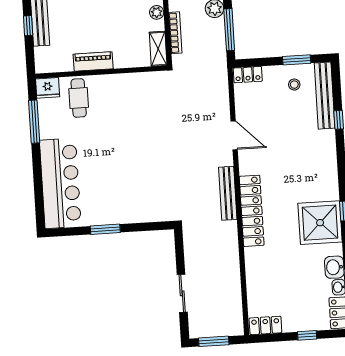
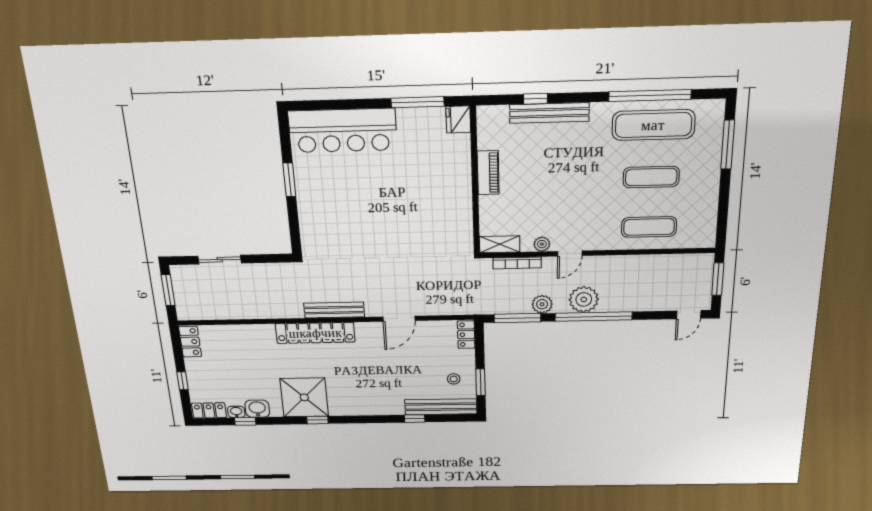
cafe table: (79, 98) -> (445, 155), removed

